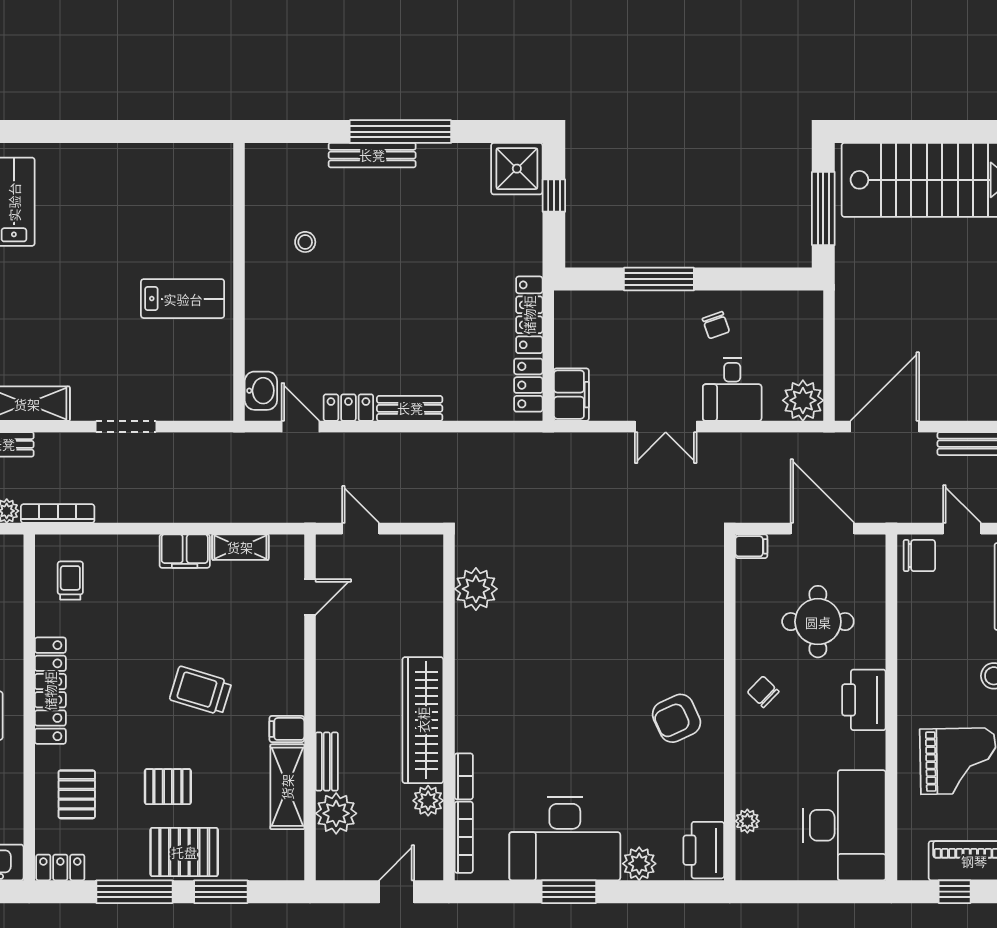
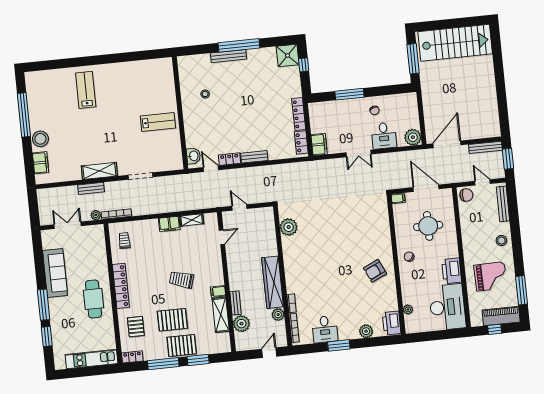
printer: (864, 700) -> (452, 271), moved
pallet: (168, 787) -> (172, 320), width x1.50, depth x1.42
desk: (565, 839) -> (325, 329), width x0.53, depth x0.77

